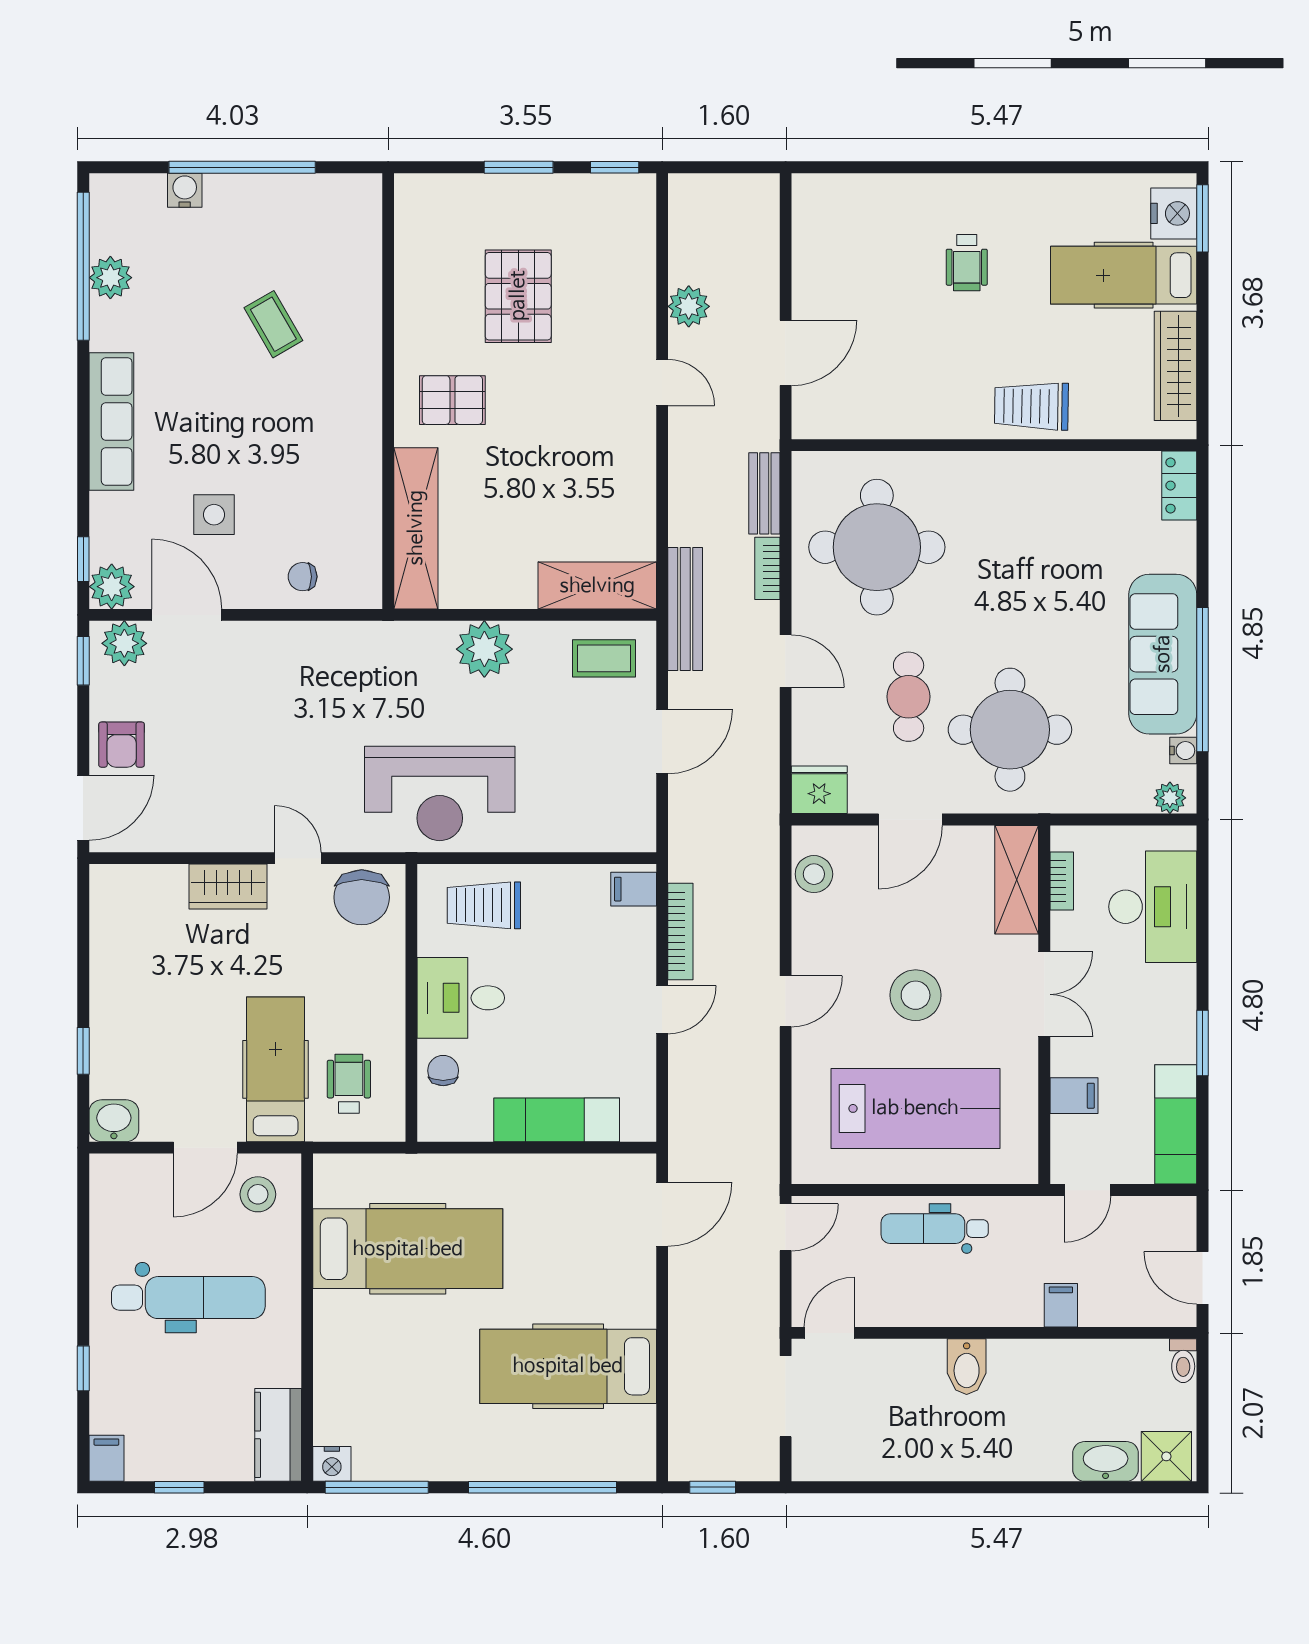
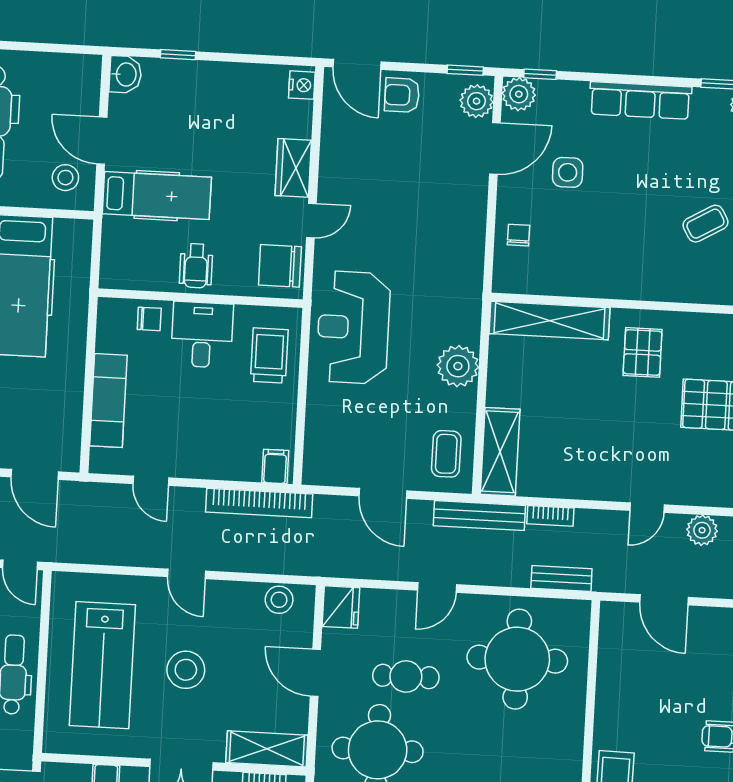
bookcase: (767, 568) -> (550, 516), moved, turned 180
nightstand: (115, 881) -> (302, 85), added
bookcase: (680, 932) -> (259, 503), width x1.48, depth x1.31
door: (662, 1010) -> (151, 481), moved
wheelchair: (349, 1084) -> (196, 266), moved, turned 90

